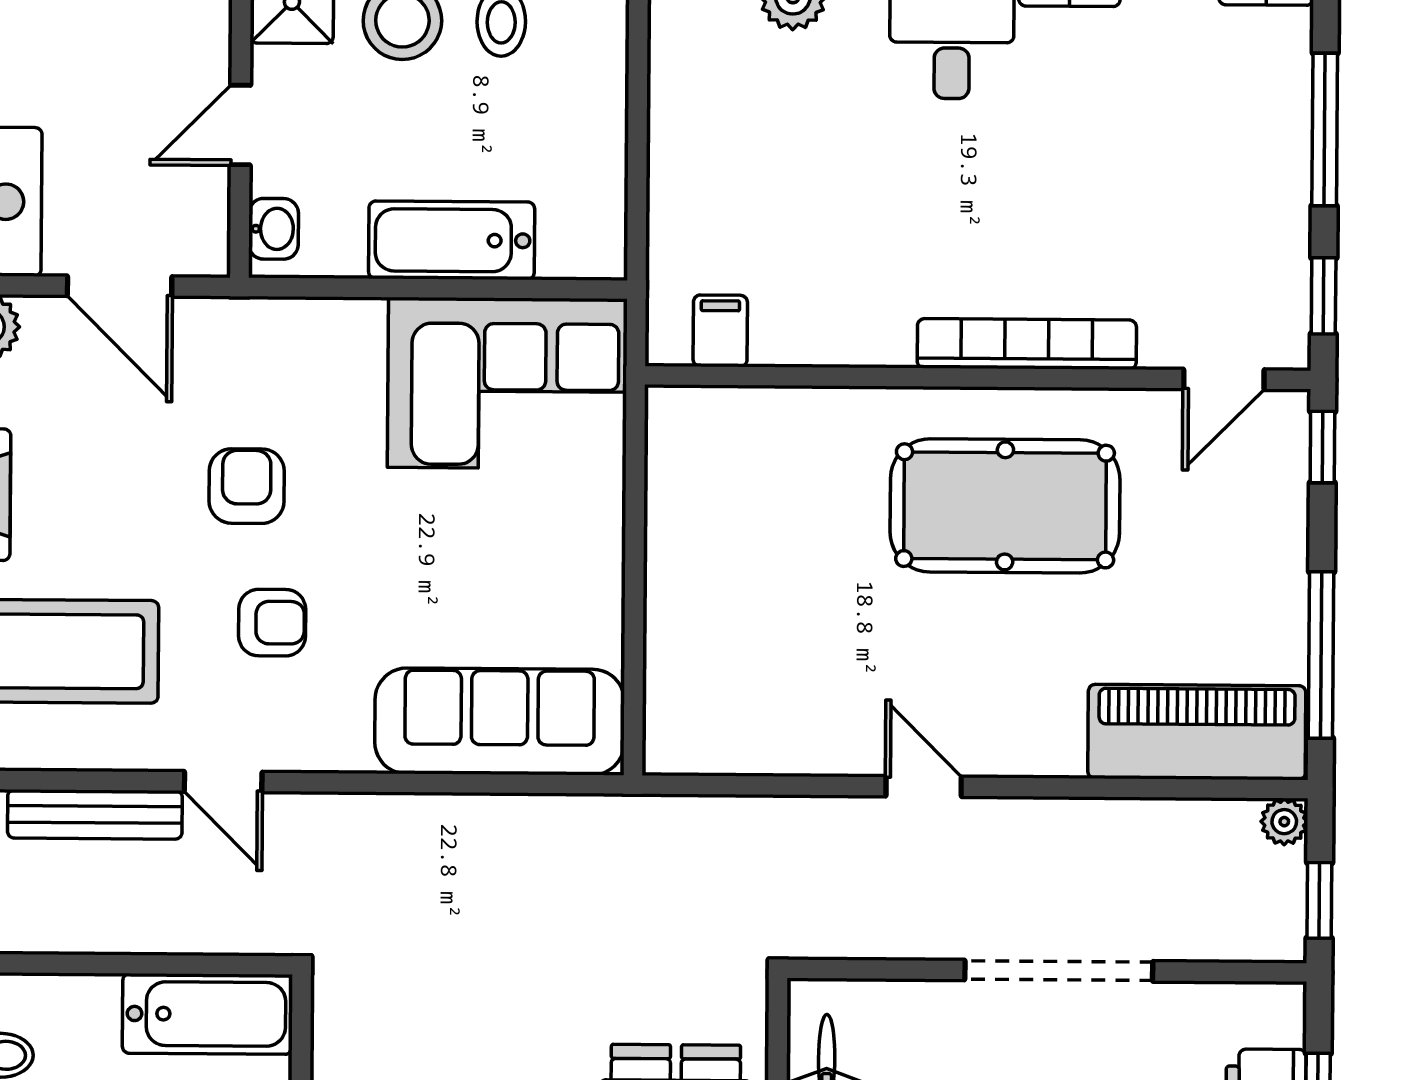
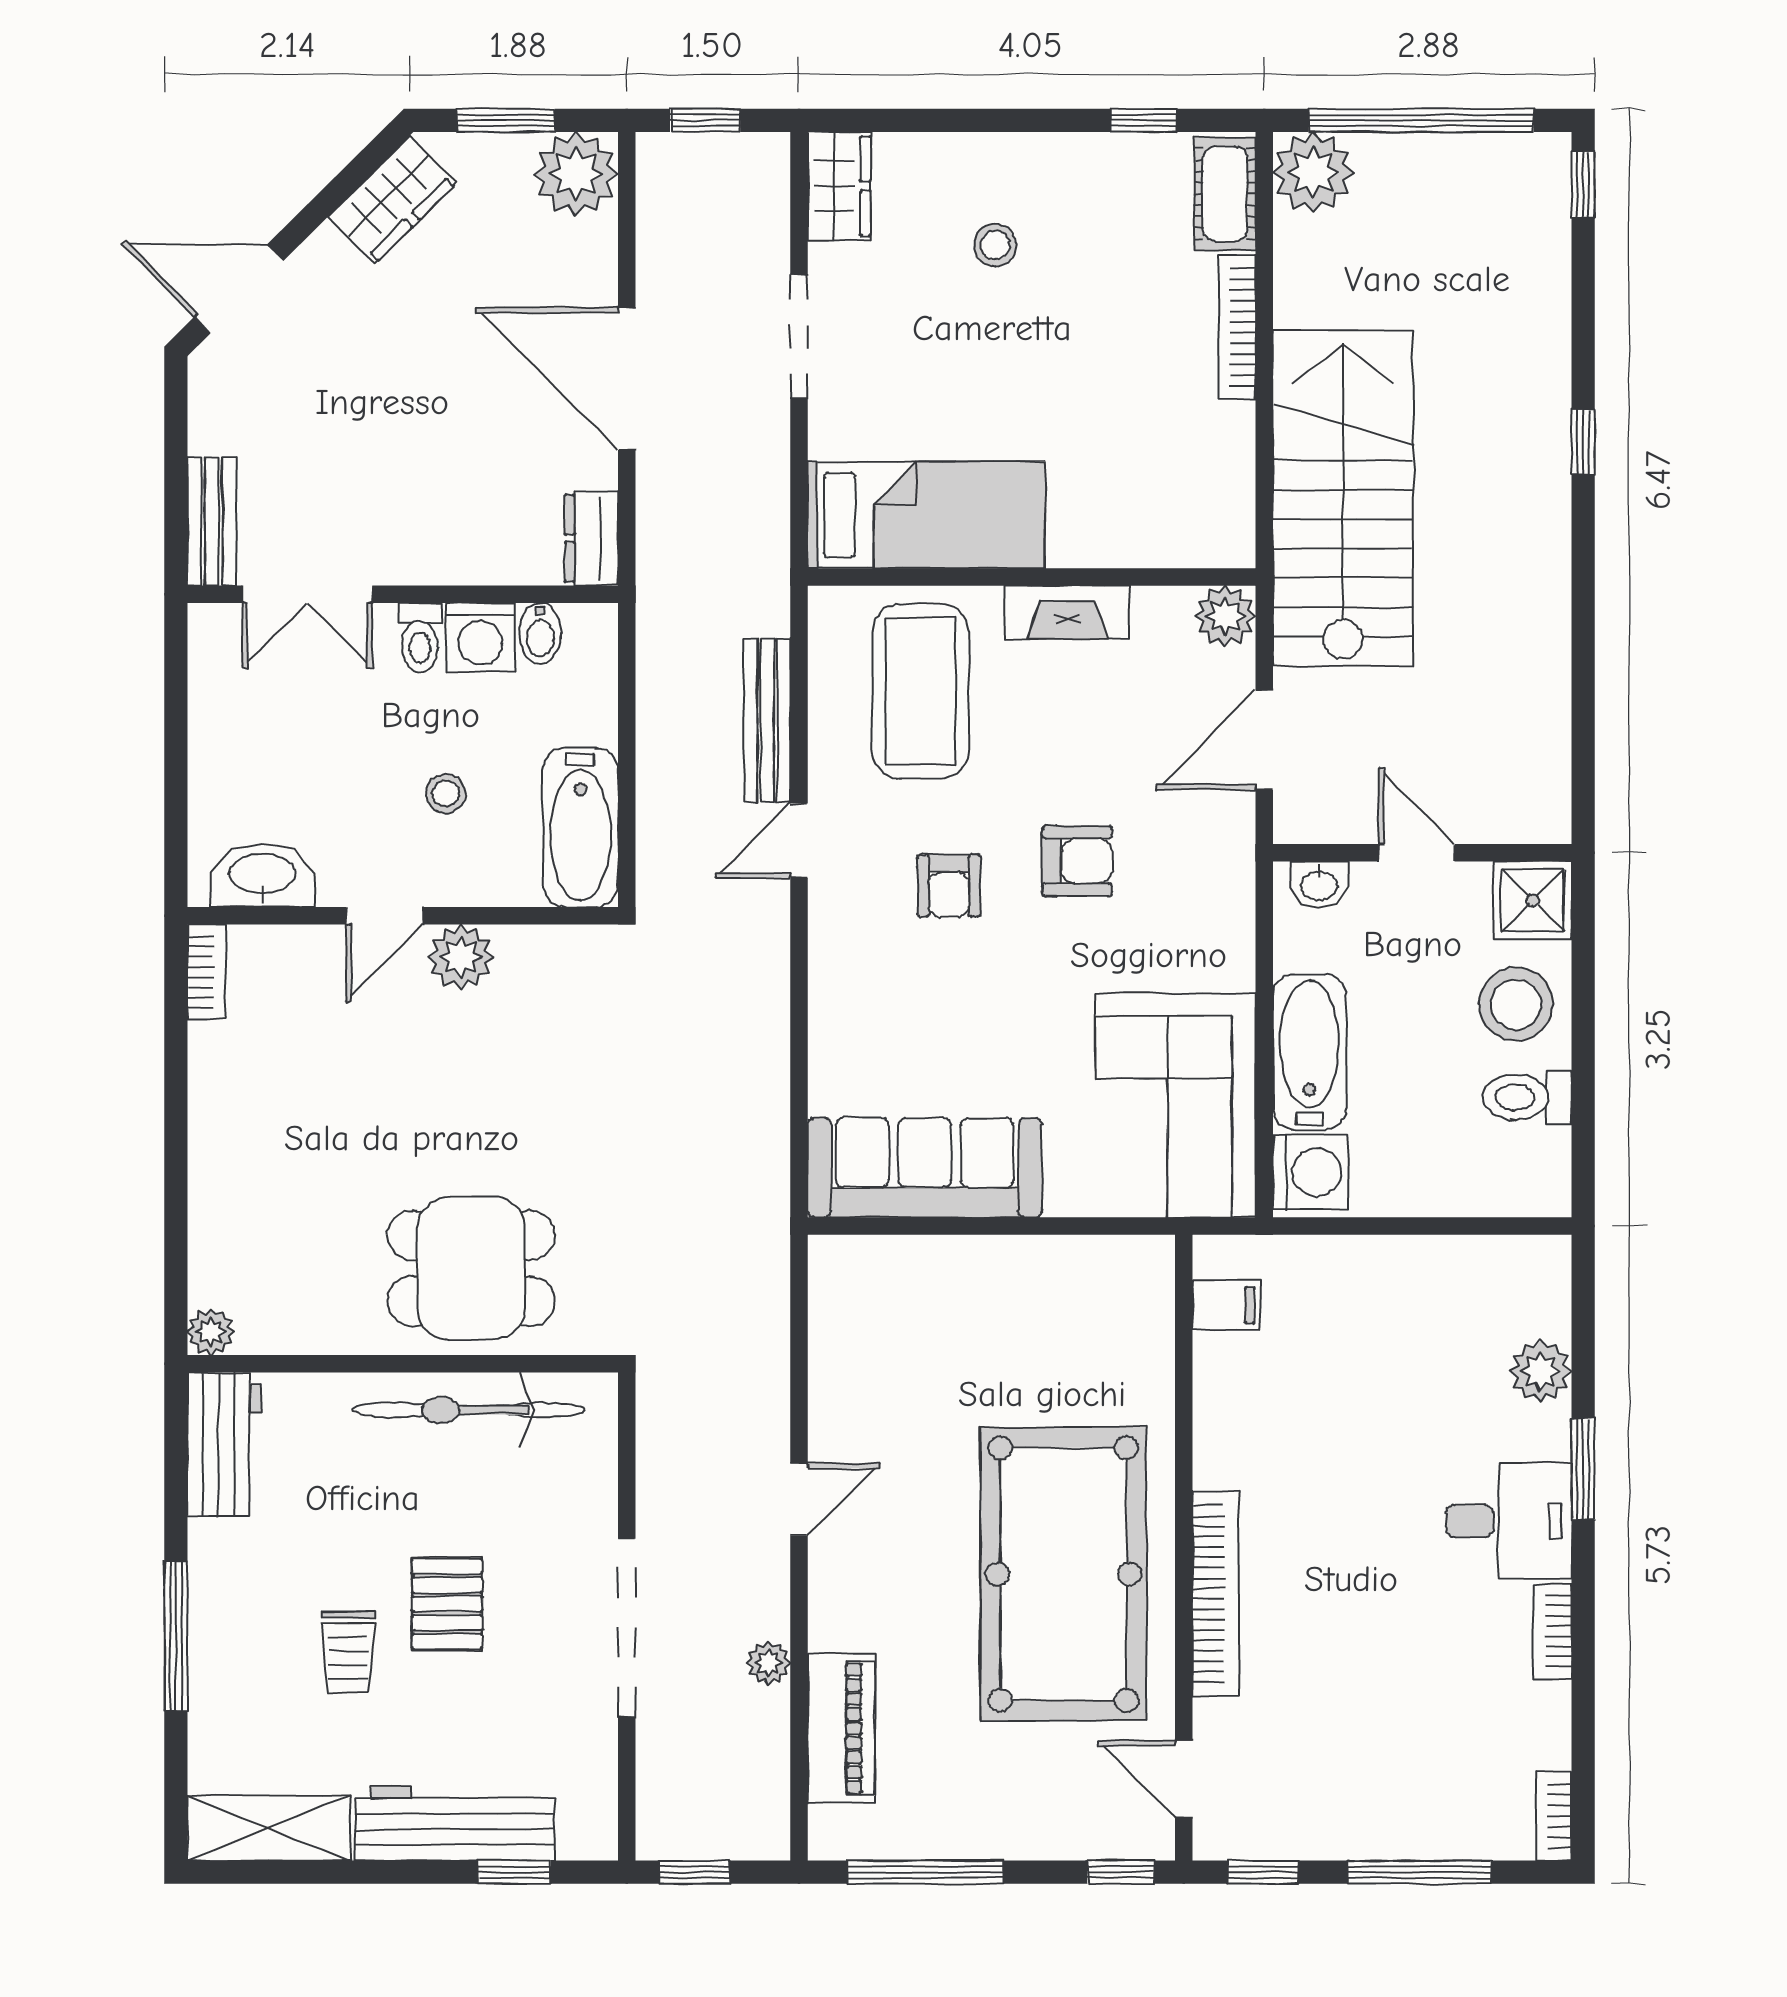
washing machine: (579, 240) -> (1311, 1172), added
pool table: (1005, 506) -> (1063, 1574), width x1.36, depth x1.32
sofa: (500, 721) -> (925, 1168), moved, turned -90
piano: (1197, 732) -> (841, 1729), width x0.73, depth x0.75
plant: (1284, 822) -> (768, 1663), moved

